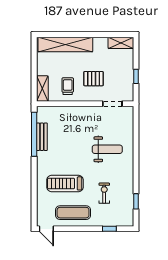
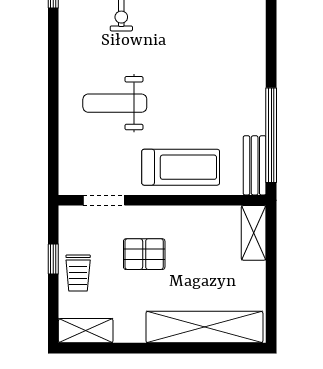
trolley: (68, 86) -> (78, 273), moved
bench: (42, 137) -> (255, 165), moved
treadmill: (65, 183) -> (181, 167), moved

